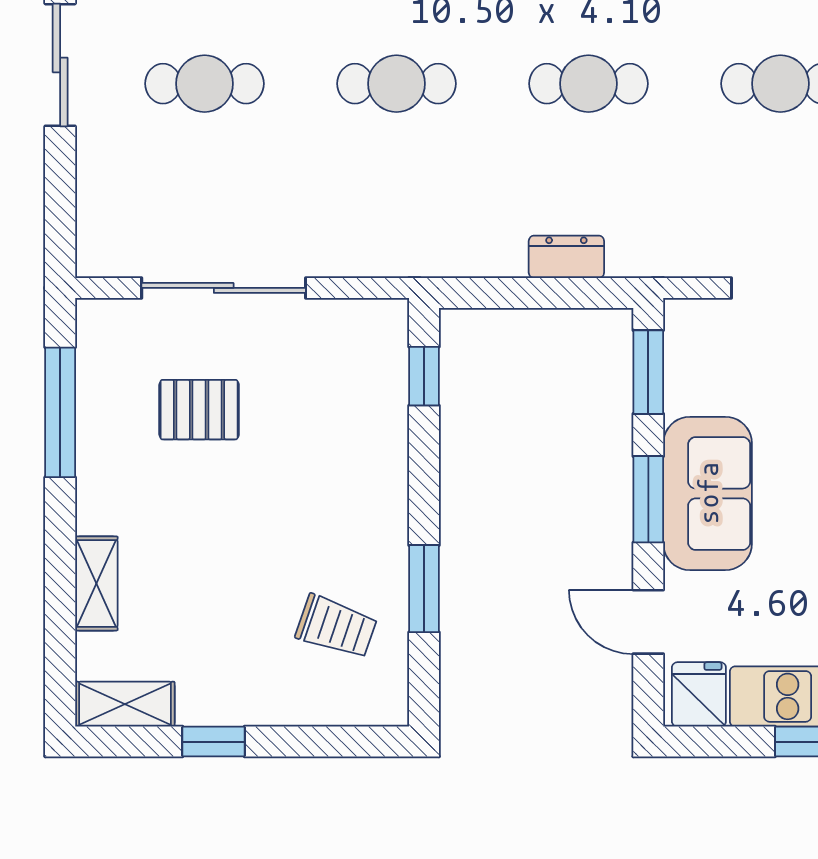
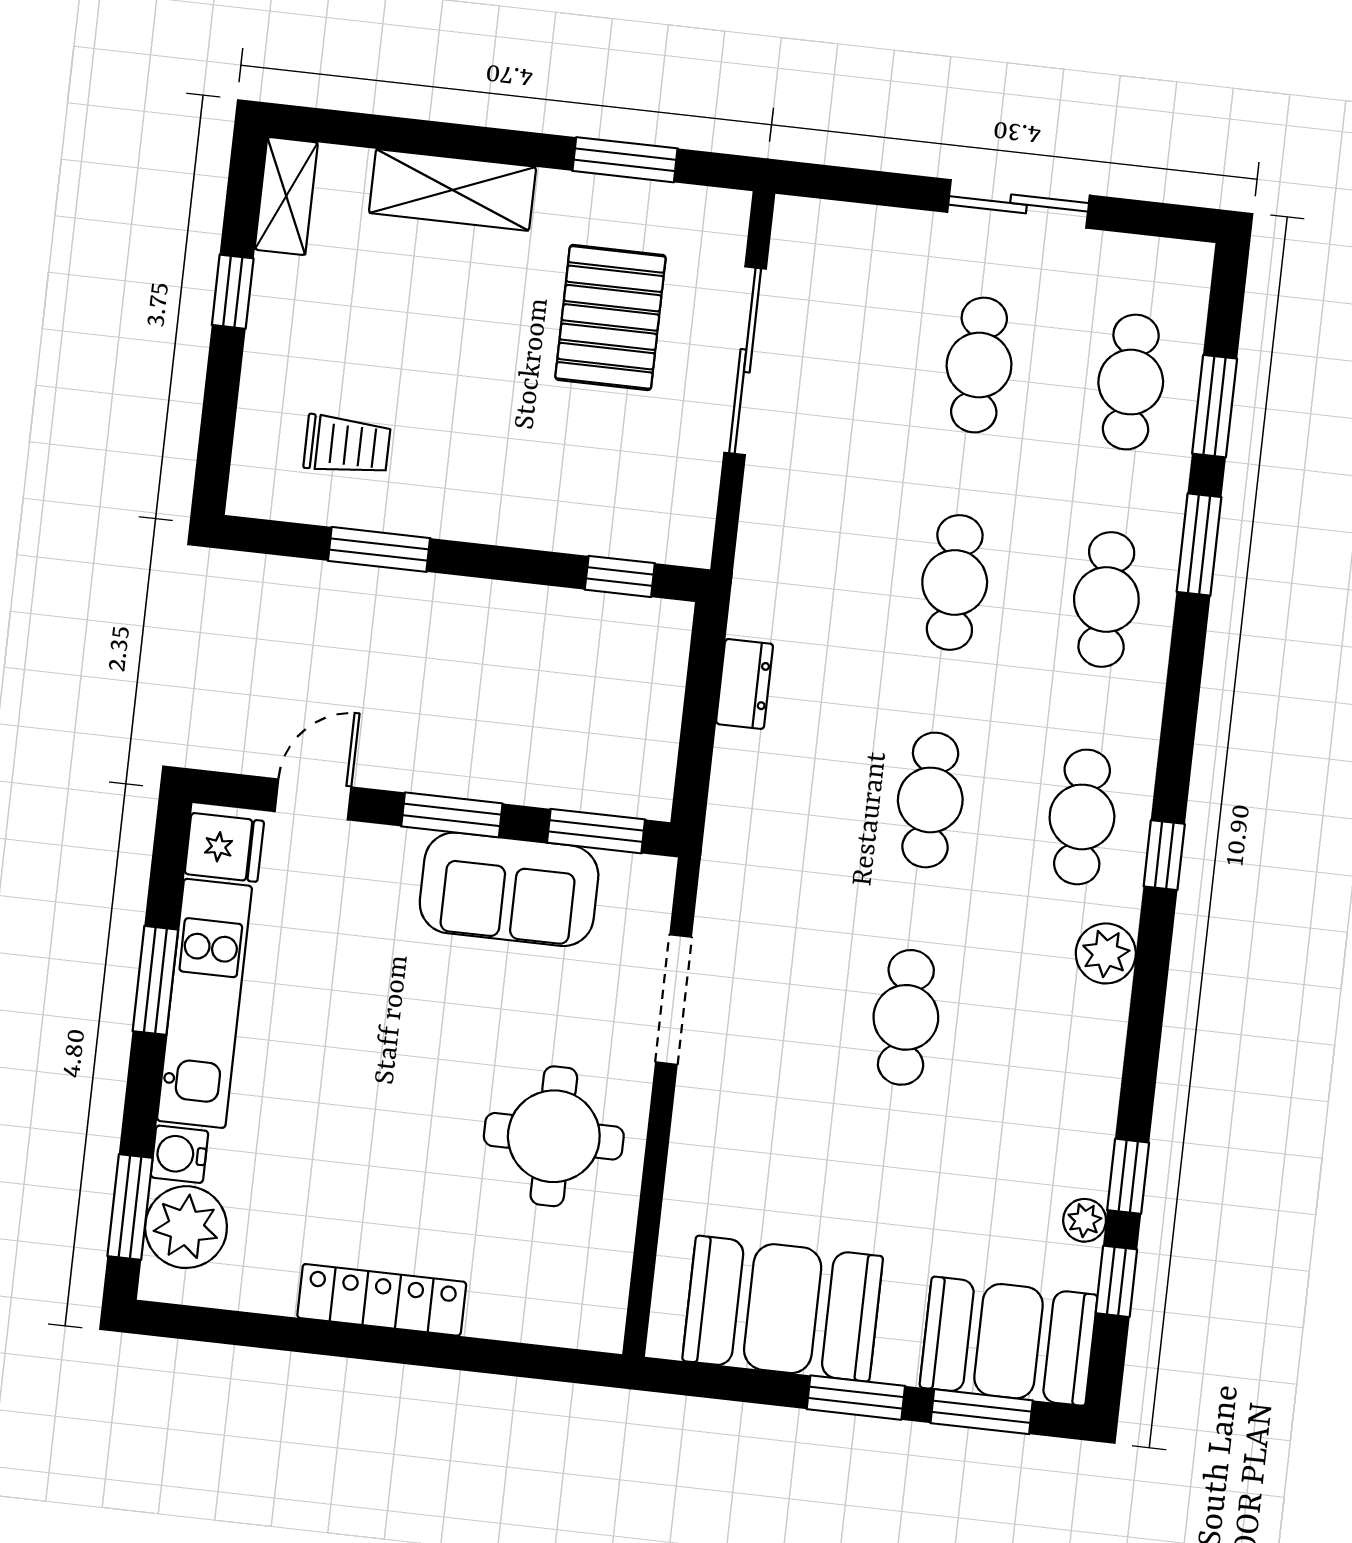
dresser: (566, 257) -> (745, 684), moved
pallet: (199, 410) -> (610, 317), width x1.50, depth x1.42
window: (60, 412) -> (625, 160), width x0.69
sofa: (708, 493) -> (509, 889), moved
shelving: (96, 583) -> (452, 190), width x1.50, depth x1.33
trolley: (336, 627) -> (347, 445), turned -109

